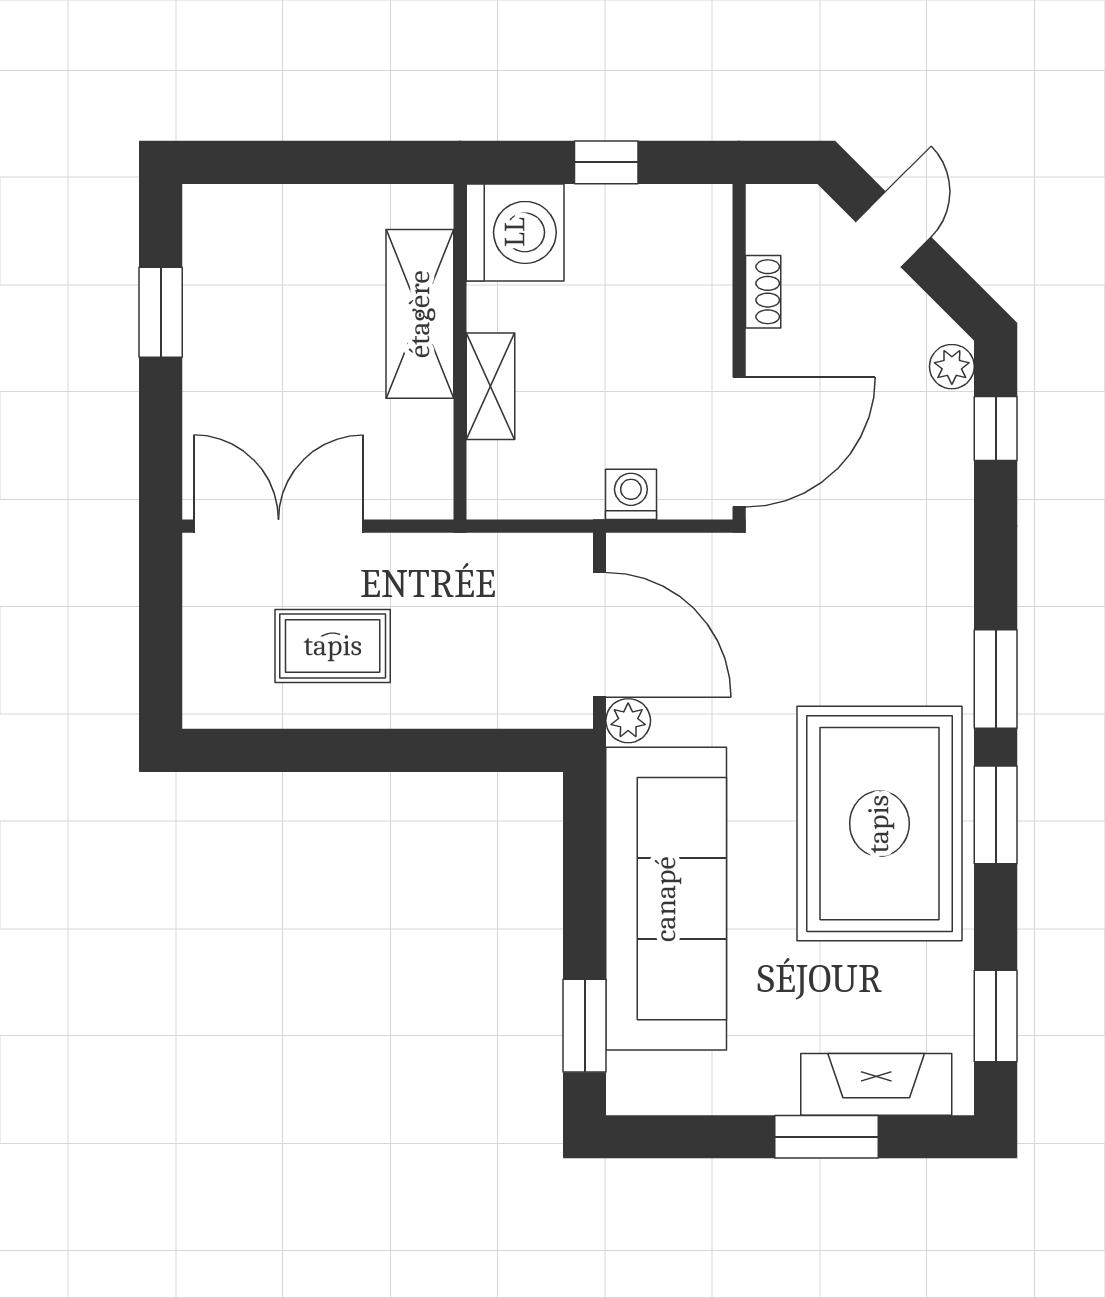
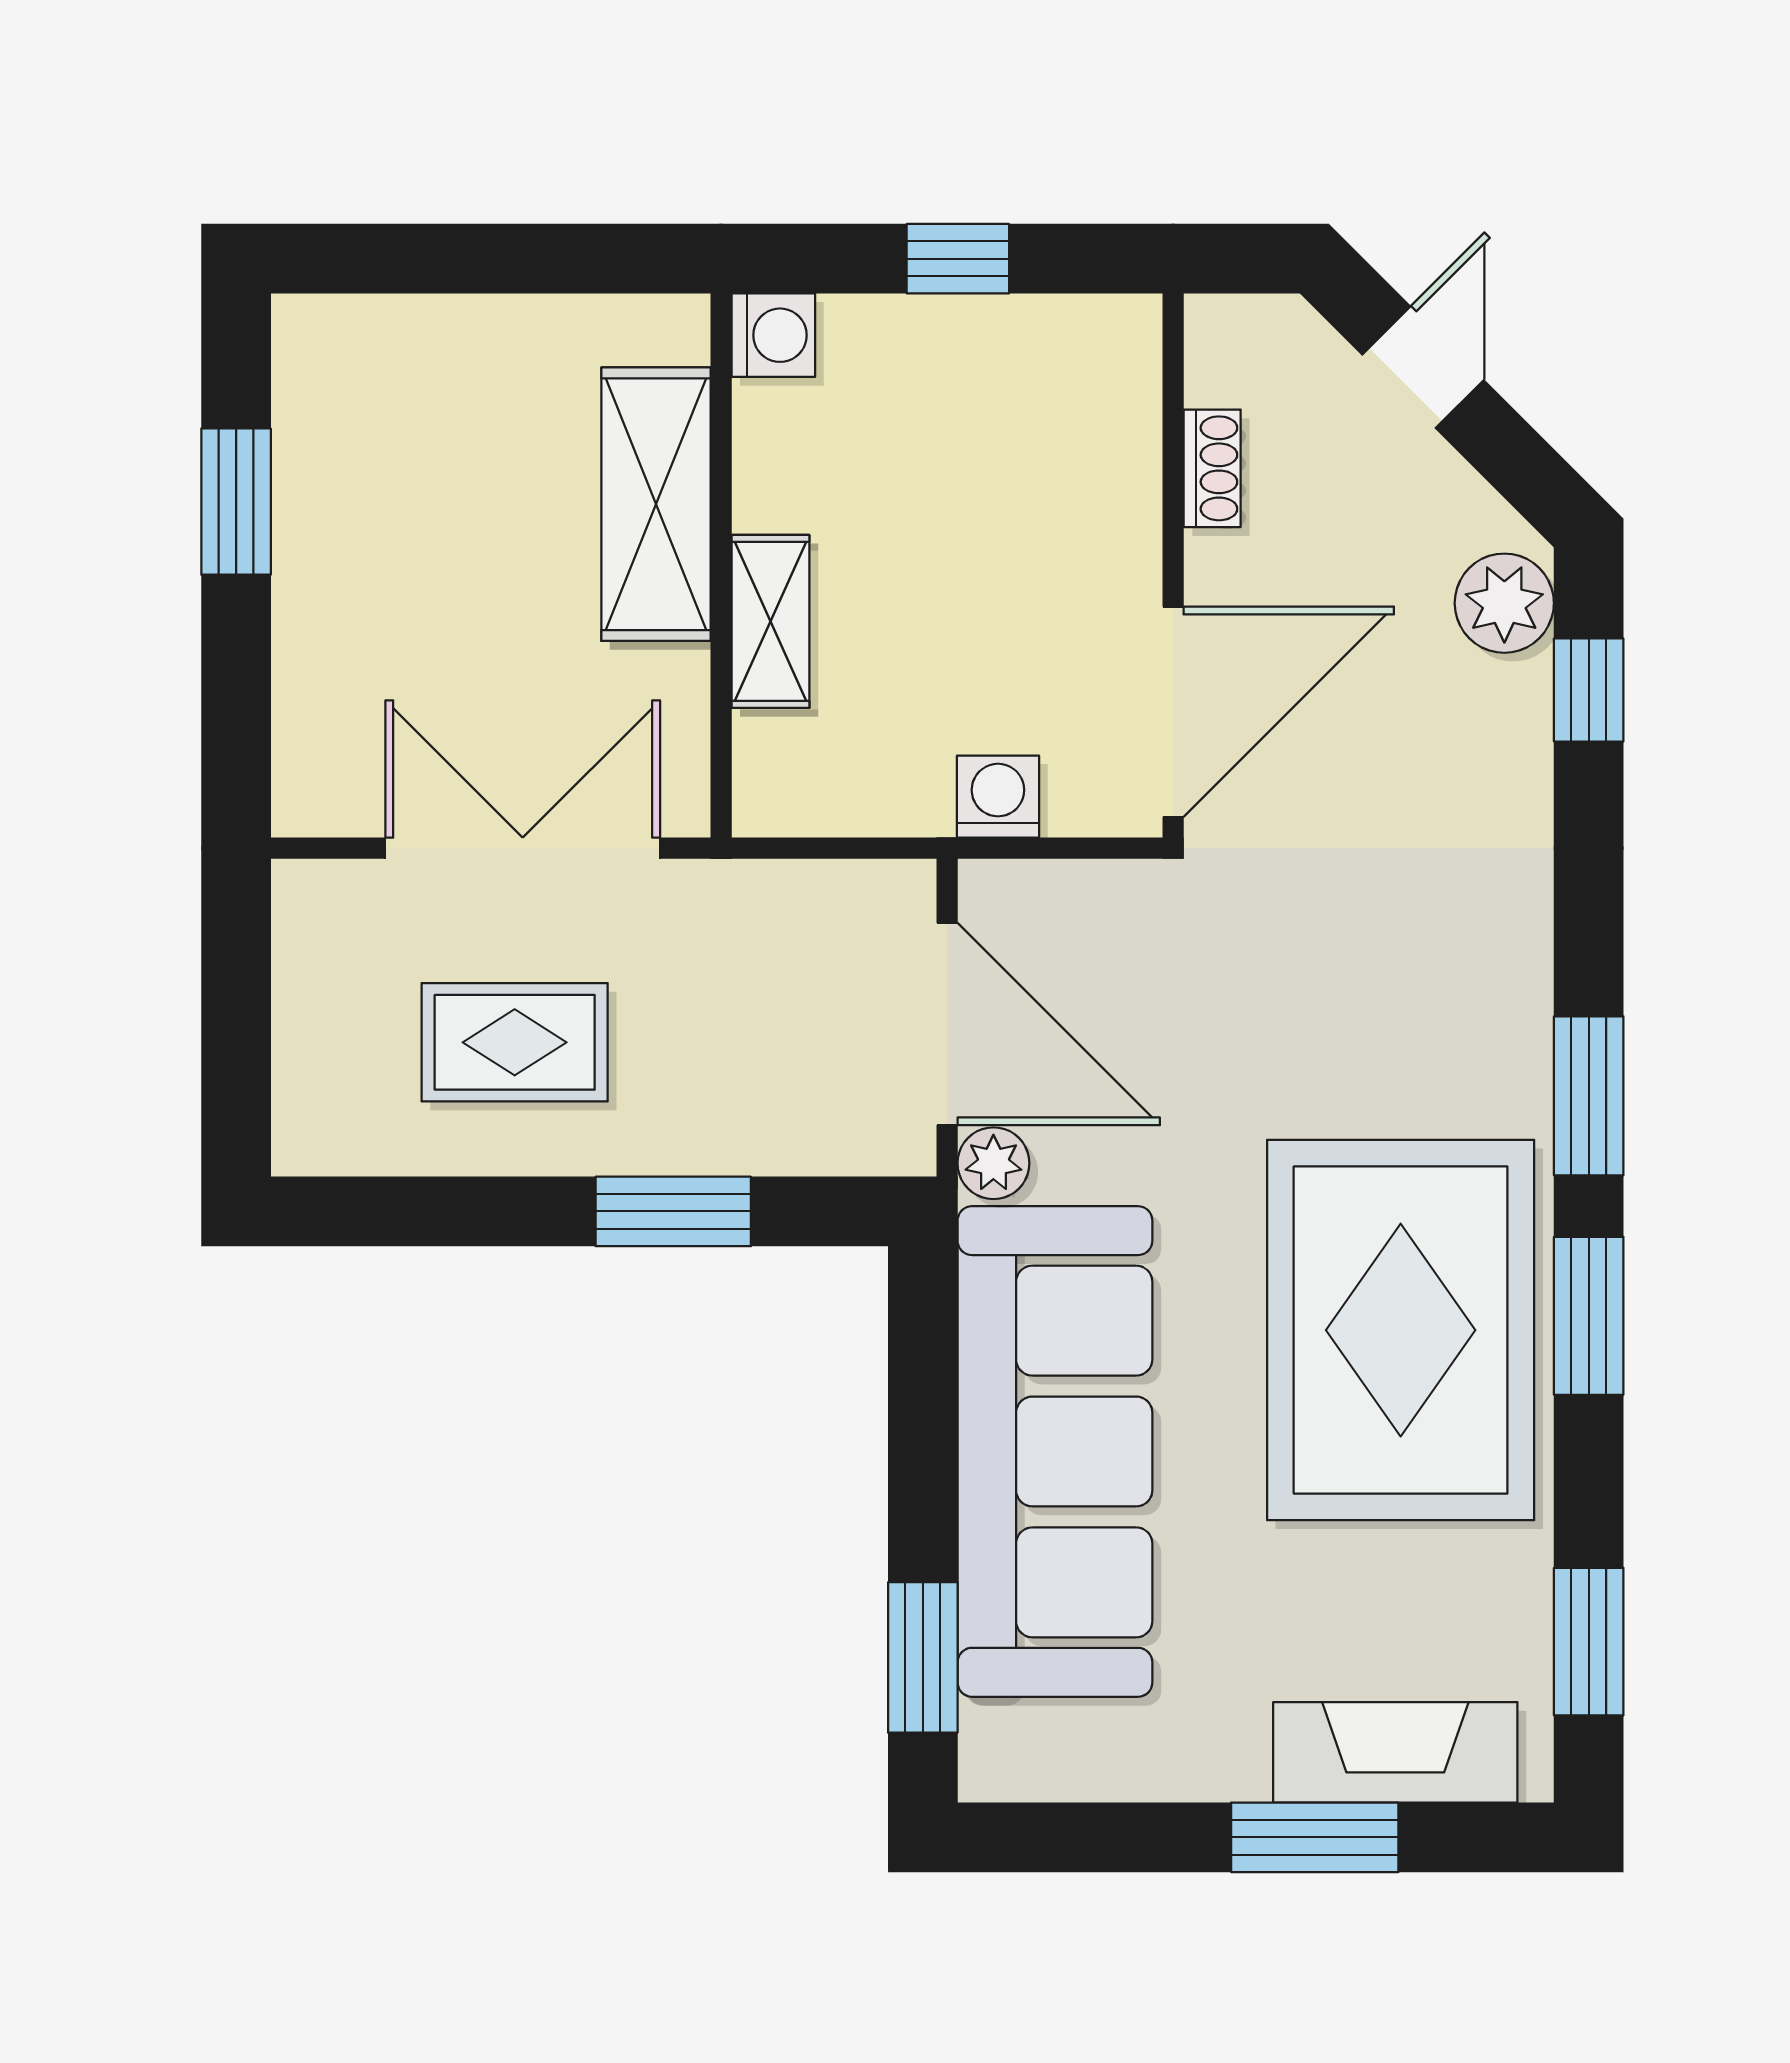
washing machine: (515, 232) -> (773, 335), width x0.53, depth x0.53
plant: (952, 367) -> (1504, 603), width x1.38, depth x1.38
double door: (279, 526) -> (523, 848), moved
window: (430, 750) -> (673, 1211), added

